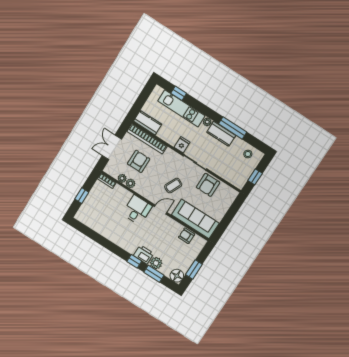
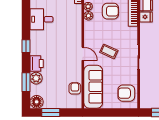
fridge: (182, 145) -> (146, 17), moved
armchair: (208, 185) -> (126, 93), moved
desk: (137, 210) -> (42, 19), moved, turned 180
window: (134, 261) -> (26, 46), moved

